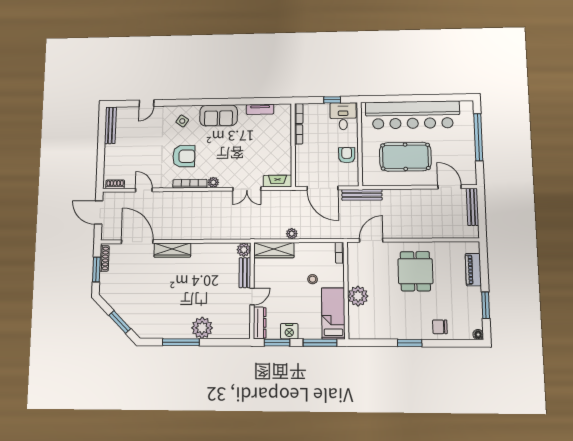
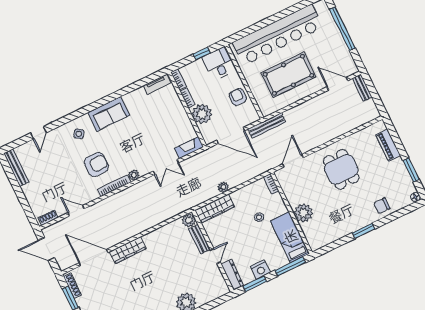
tv unit: (260, 109) -> (157, 84), moved
plant: (305, 155) -> (202, 114), added
bench: (473, 207) -> (362, 88), width x0.73

